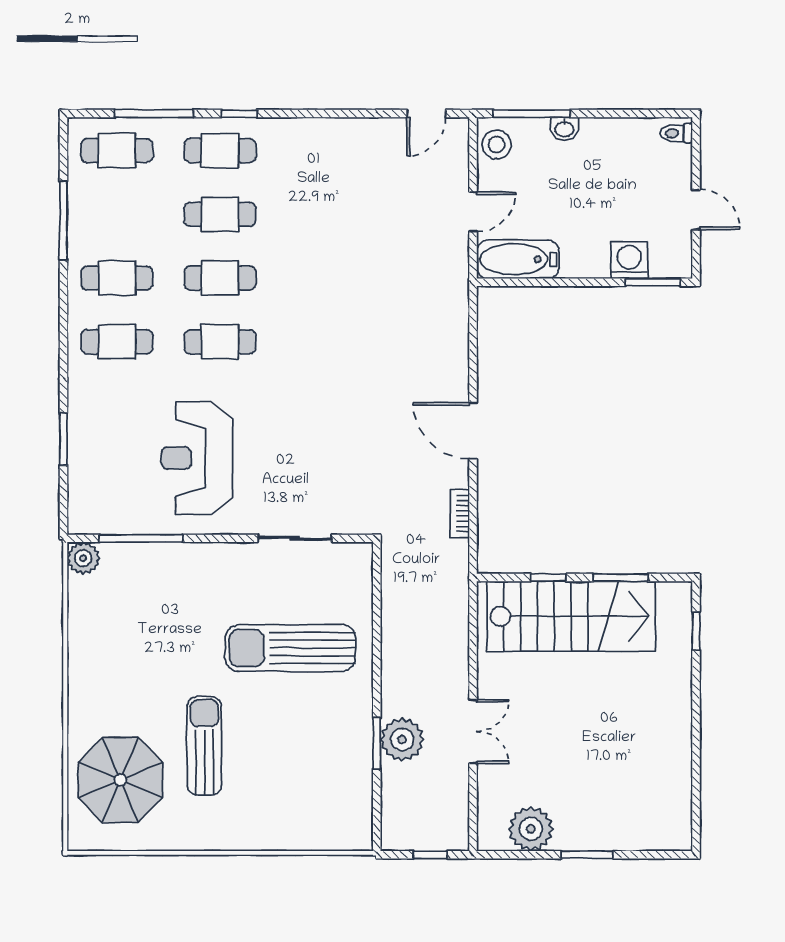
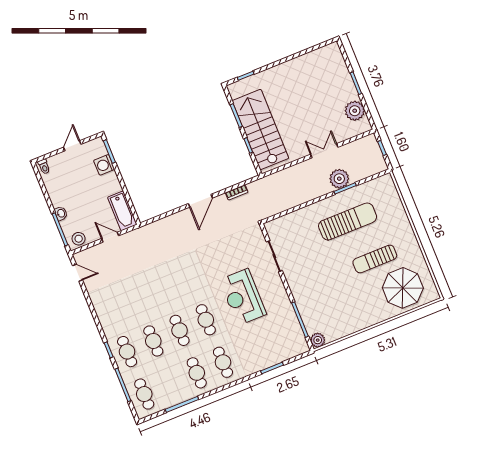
reception desk: (197, 458) -> (243, 297), moved, turned 90
sun lounger: (290, 648) -> (348, 221), moved, turned -90

